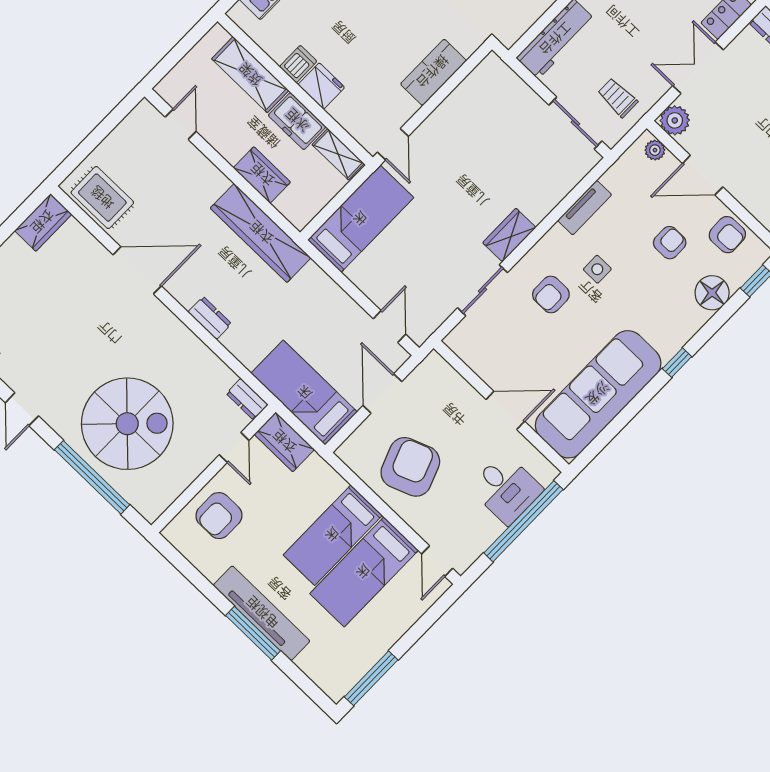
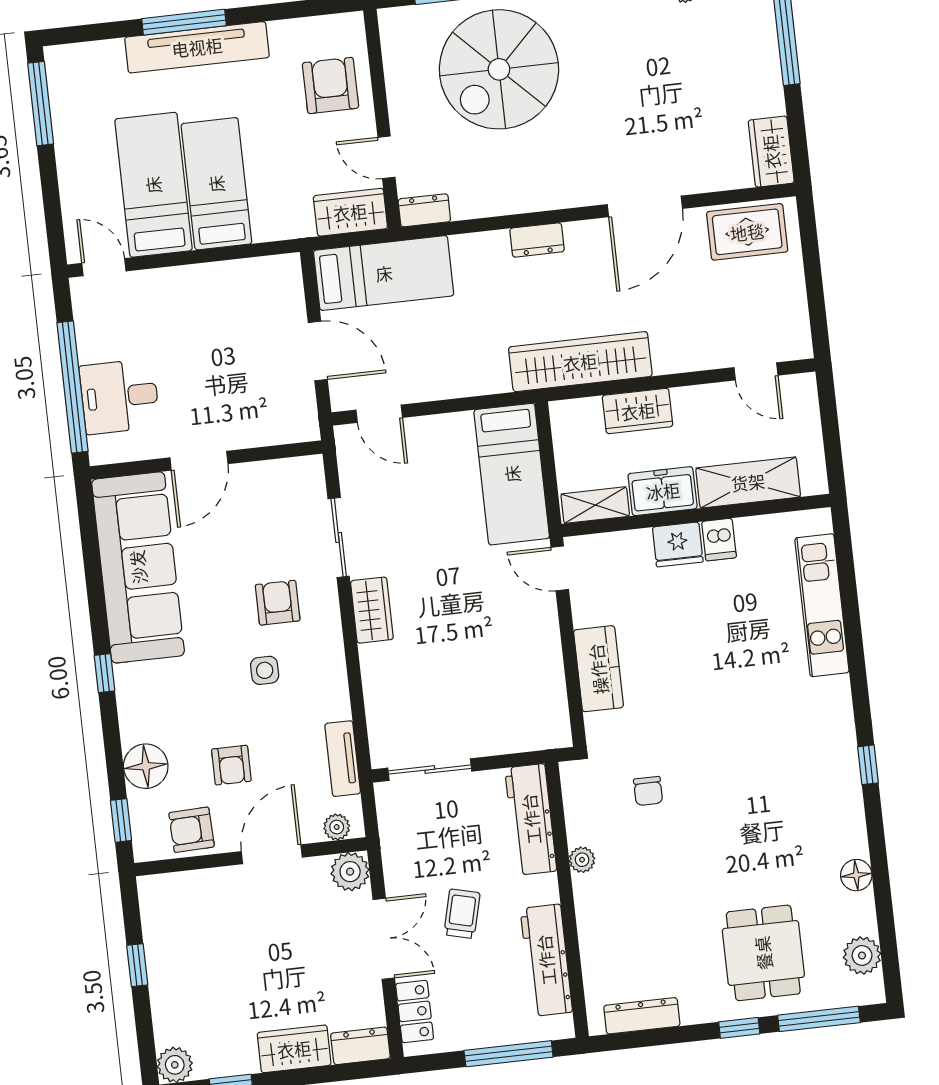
trolley: (618, 98) -> (462, 914), moved, turned -76
tv unit: (585, 208) -> (343, 759), moved
armchair: (410, 467) -> (221, 318), removed

